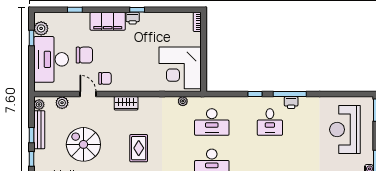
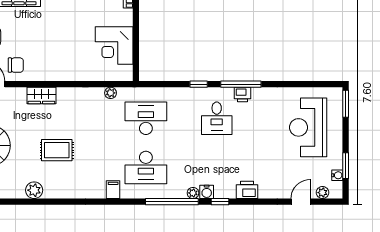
corner desk: (180, 68) -> (114, 46), width x0.74, depth x0.74
desk: (212, 122) -> (146, 118), turned 180
rug: (139, 148) -> (57, 150), turned 90

